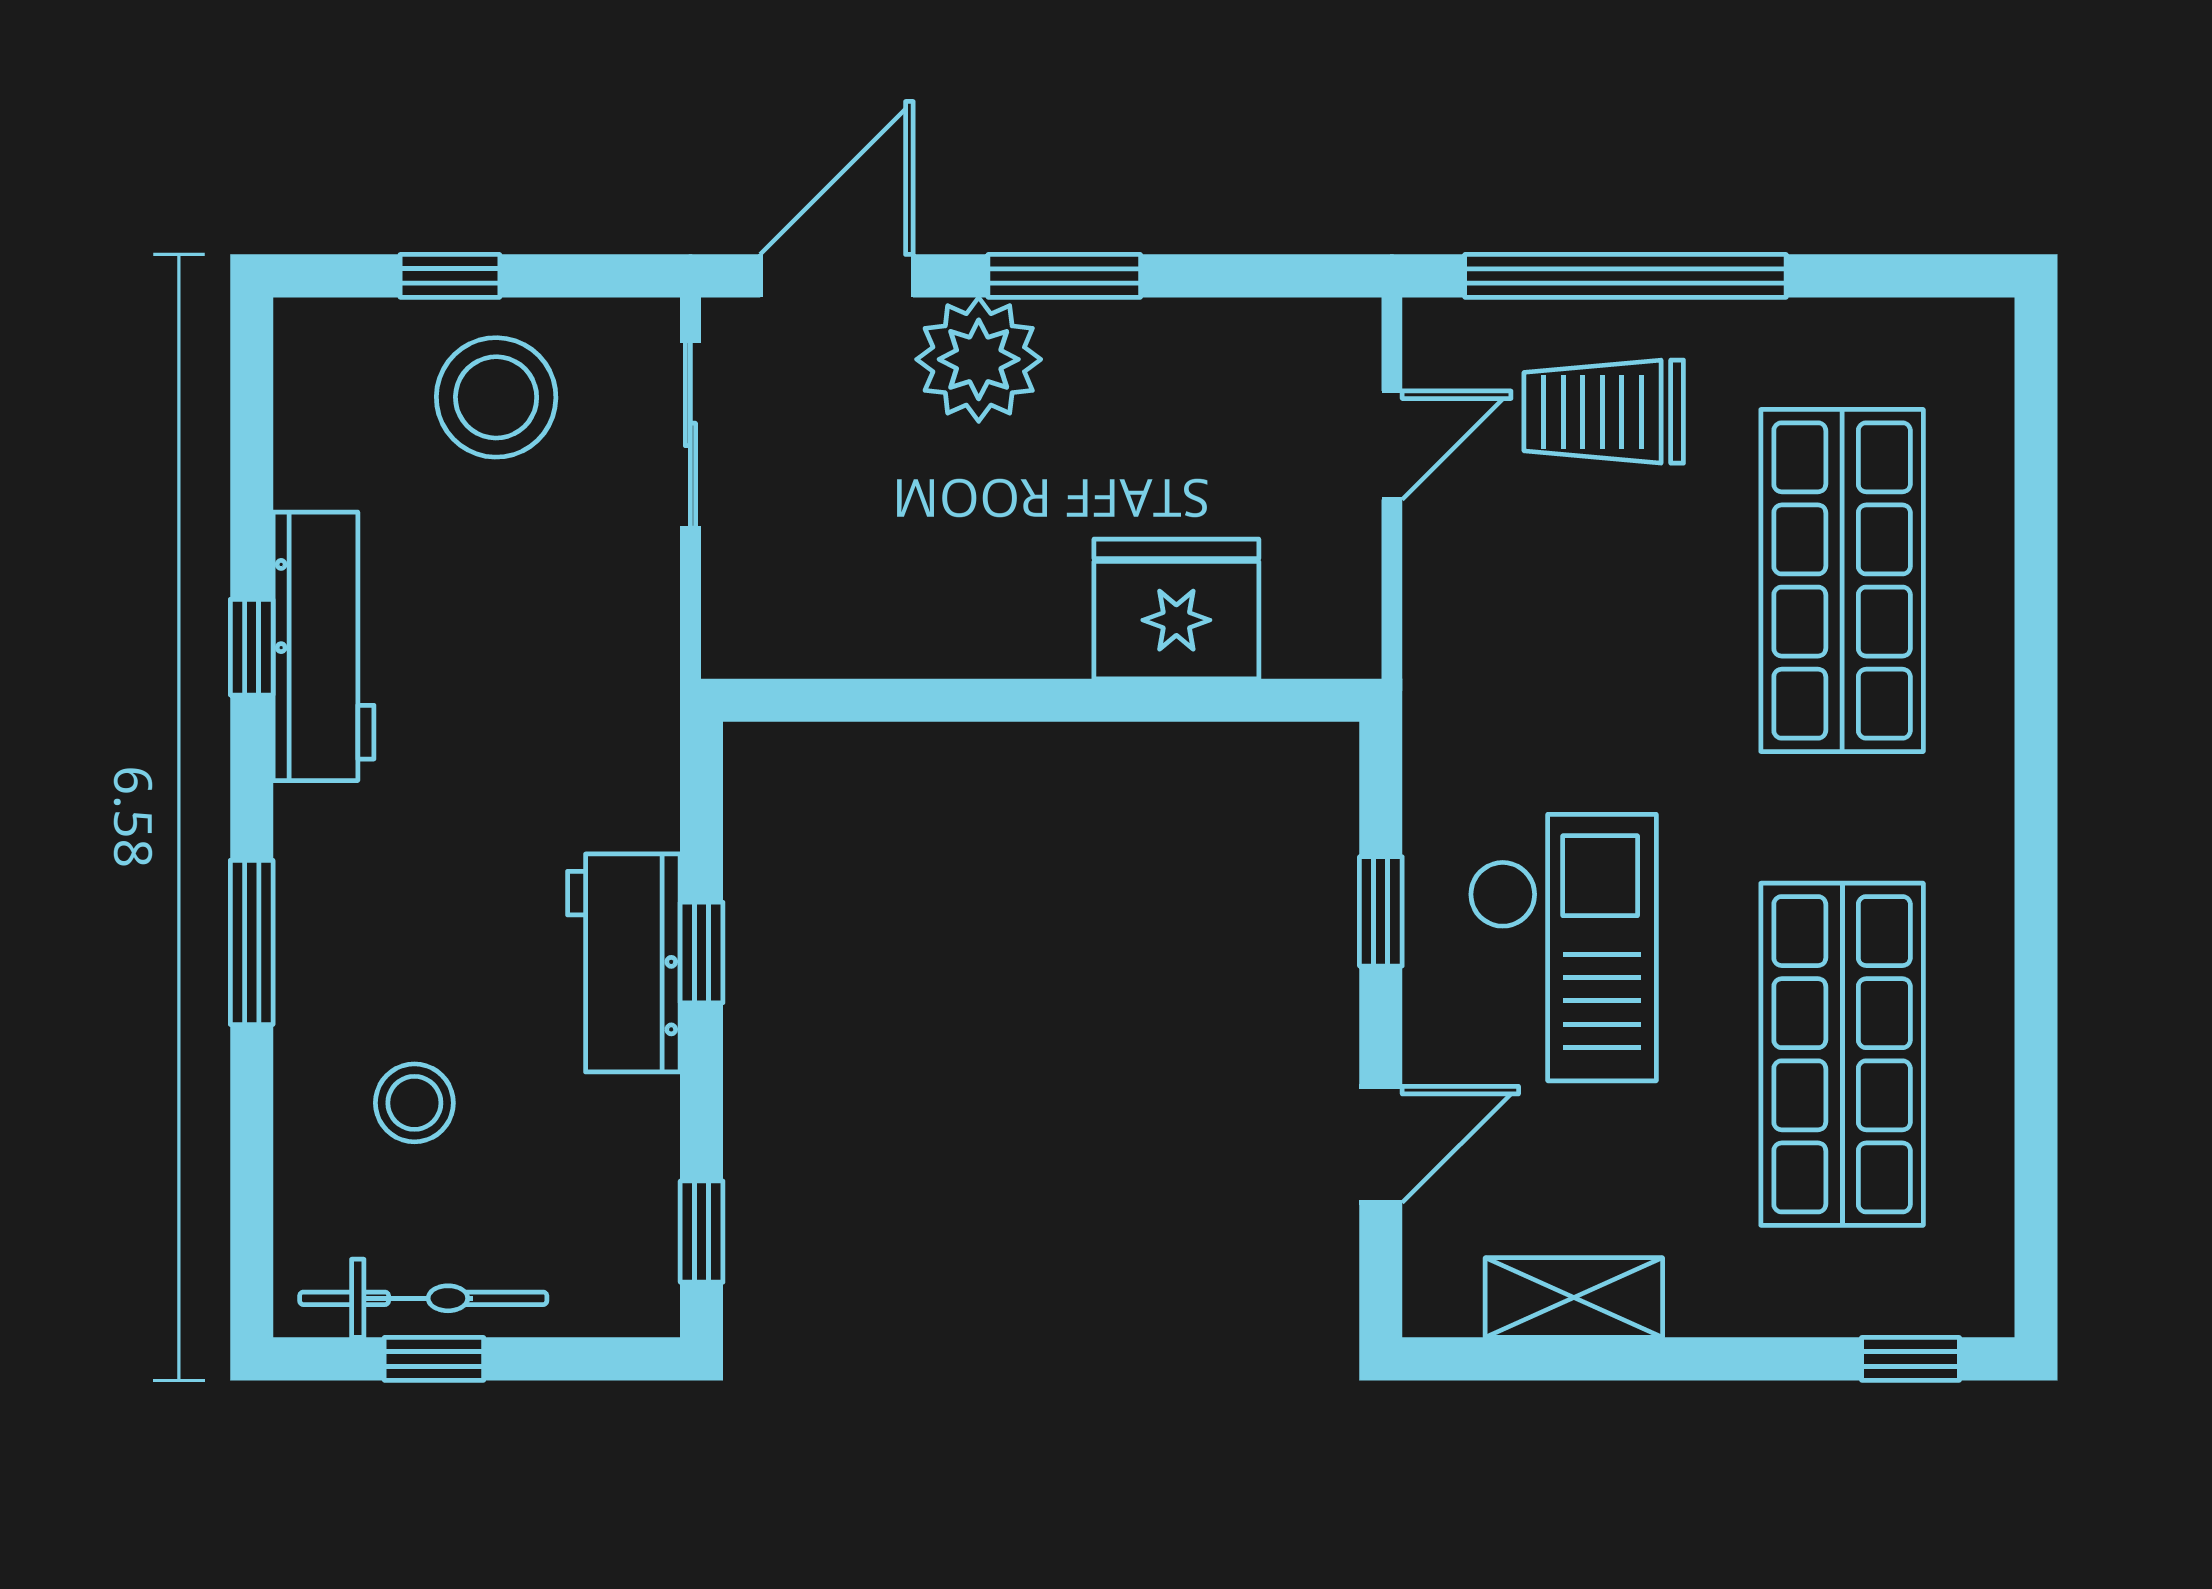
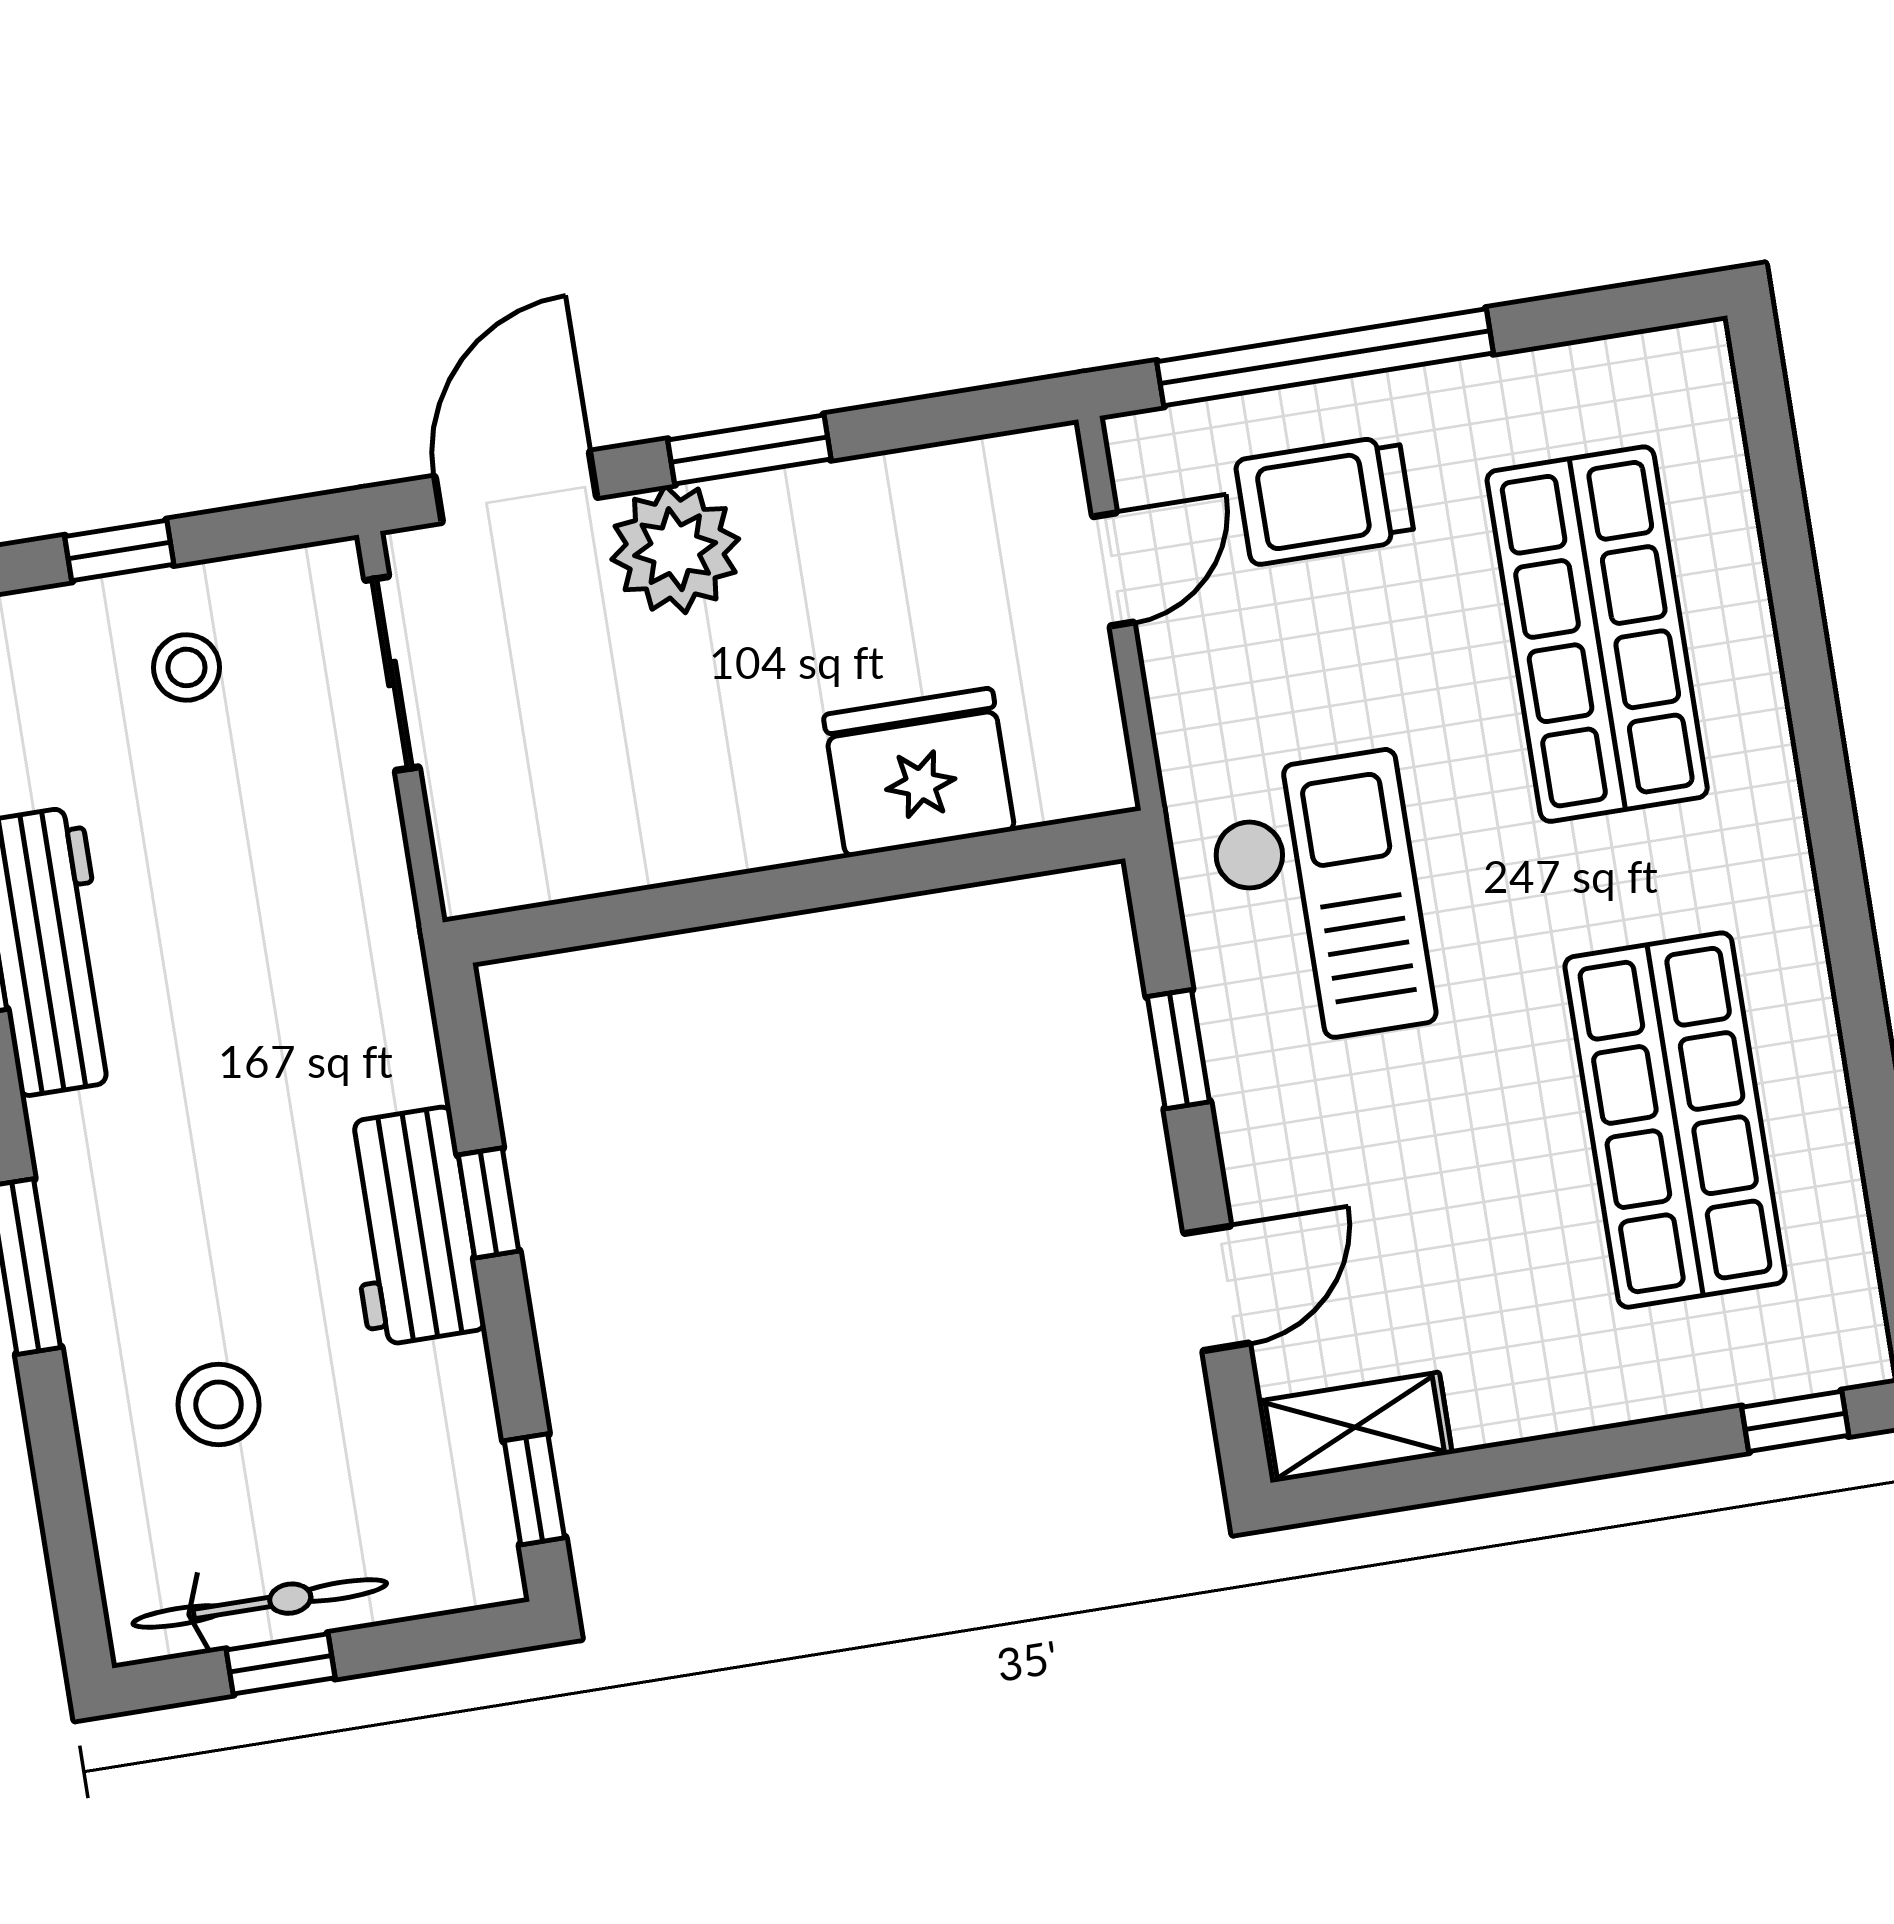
stool: (496, 397) -> (186, 667), width x0.53, depth x0.53
checkout: (1563, 948) -> (1320, 900), moved
shelving: (1574, 1298) -> (1355, 1427), moved

